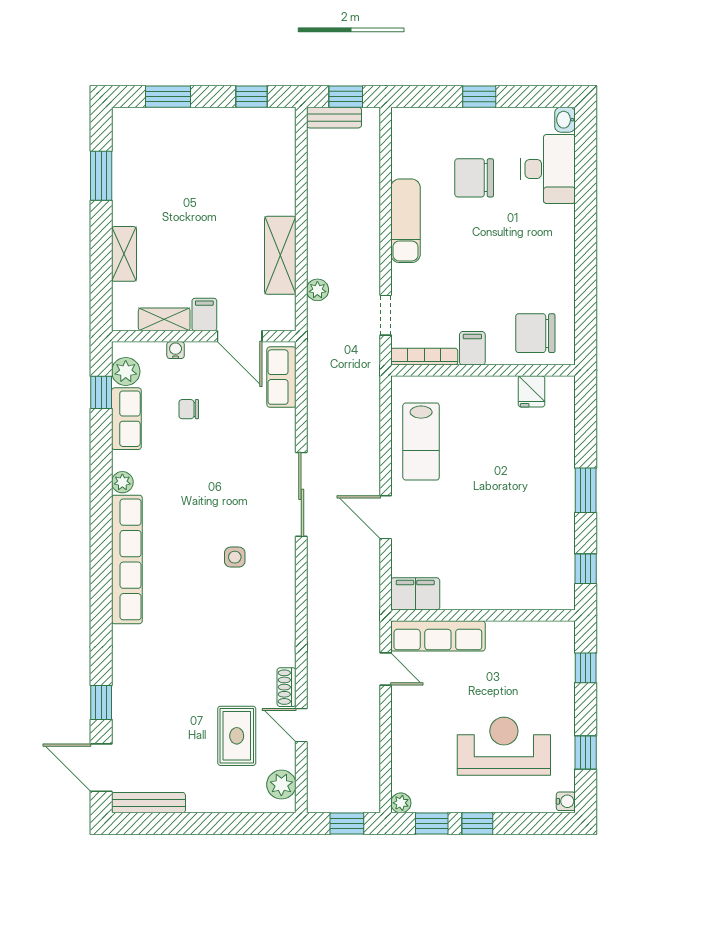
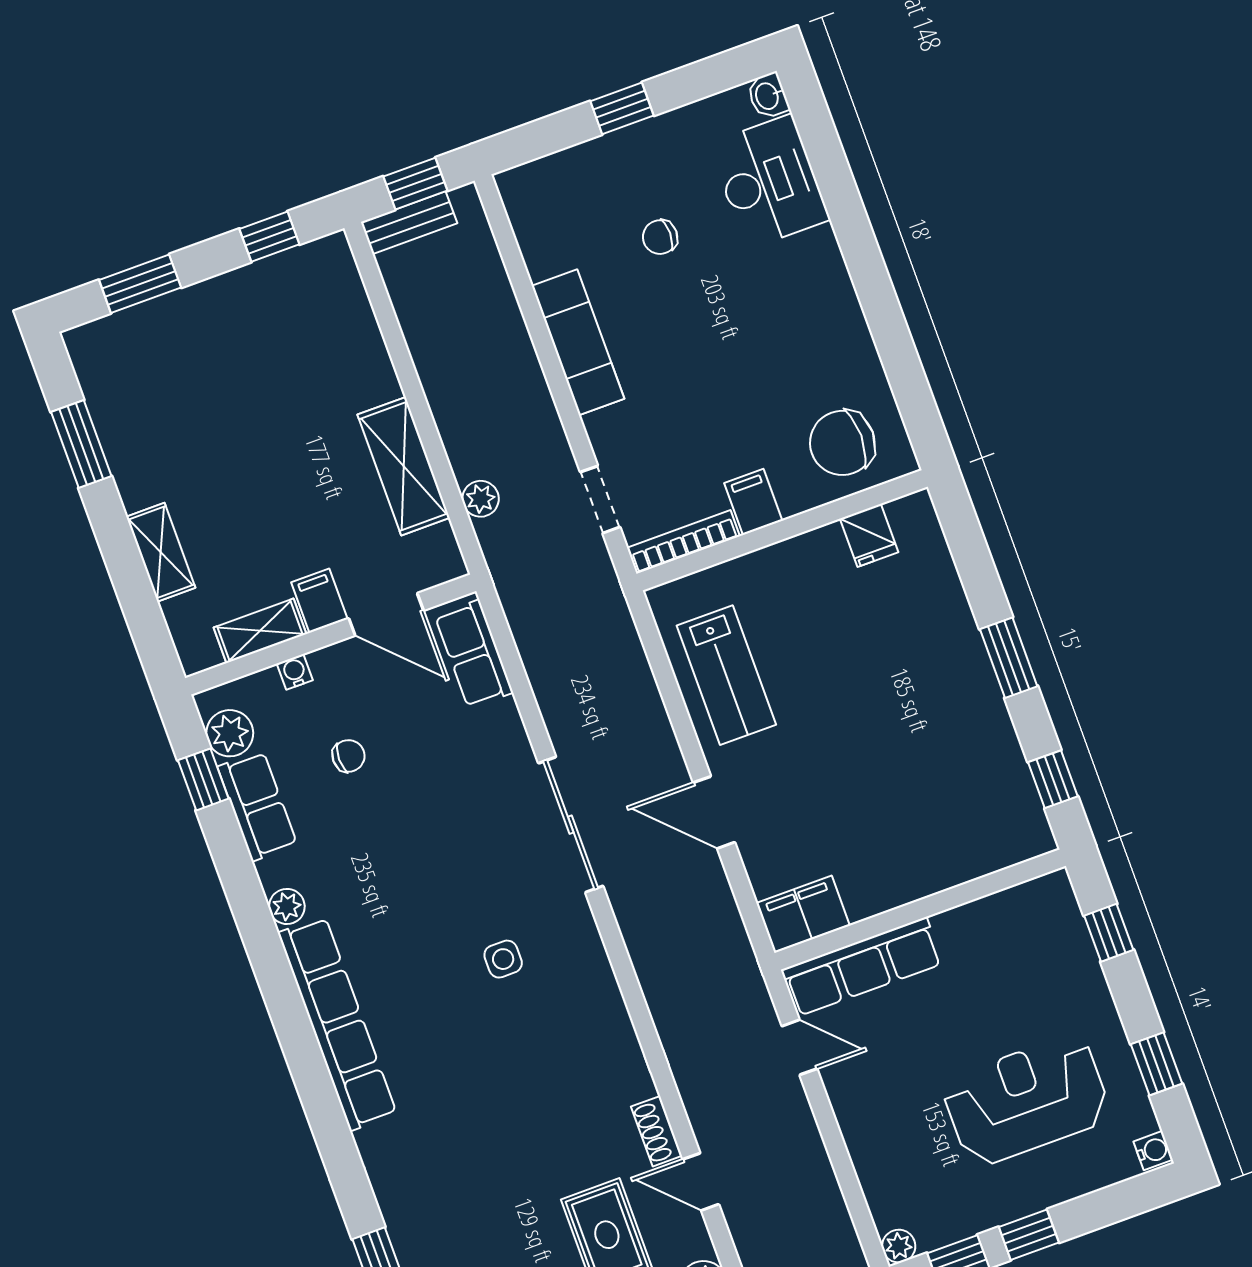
chair: (474, 178) -> (660, 237), width x0.54, depth x0.54
chair: (189, 409) -> (348, 756), turned 180

